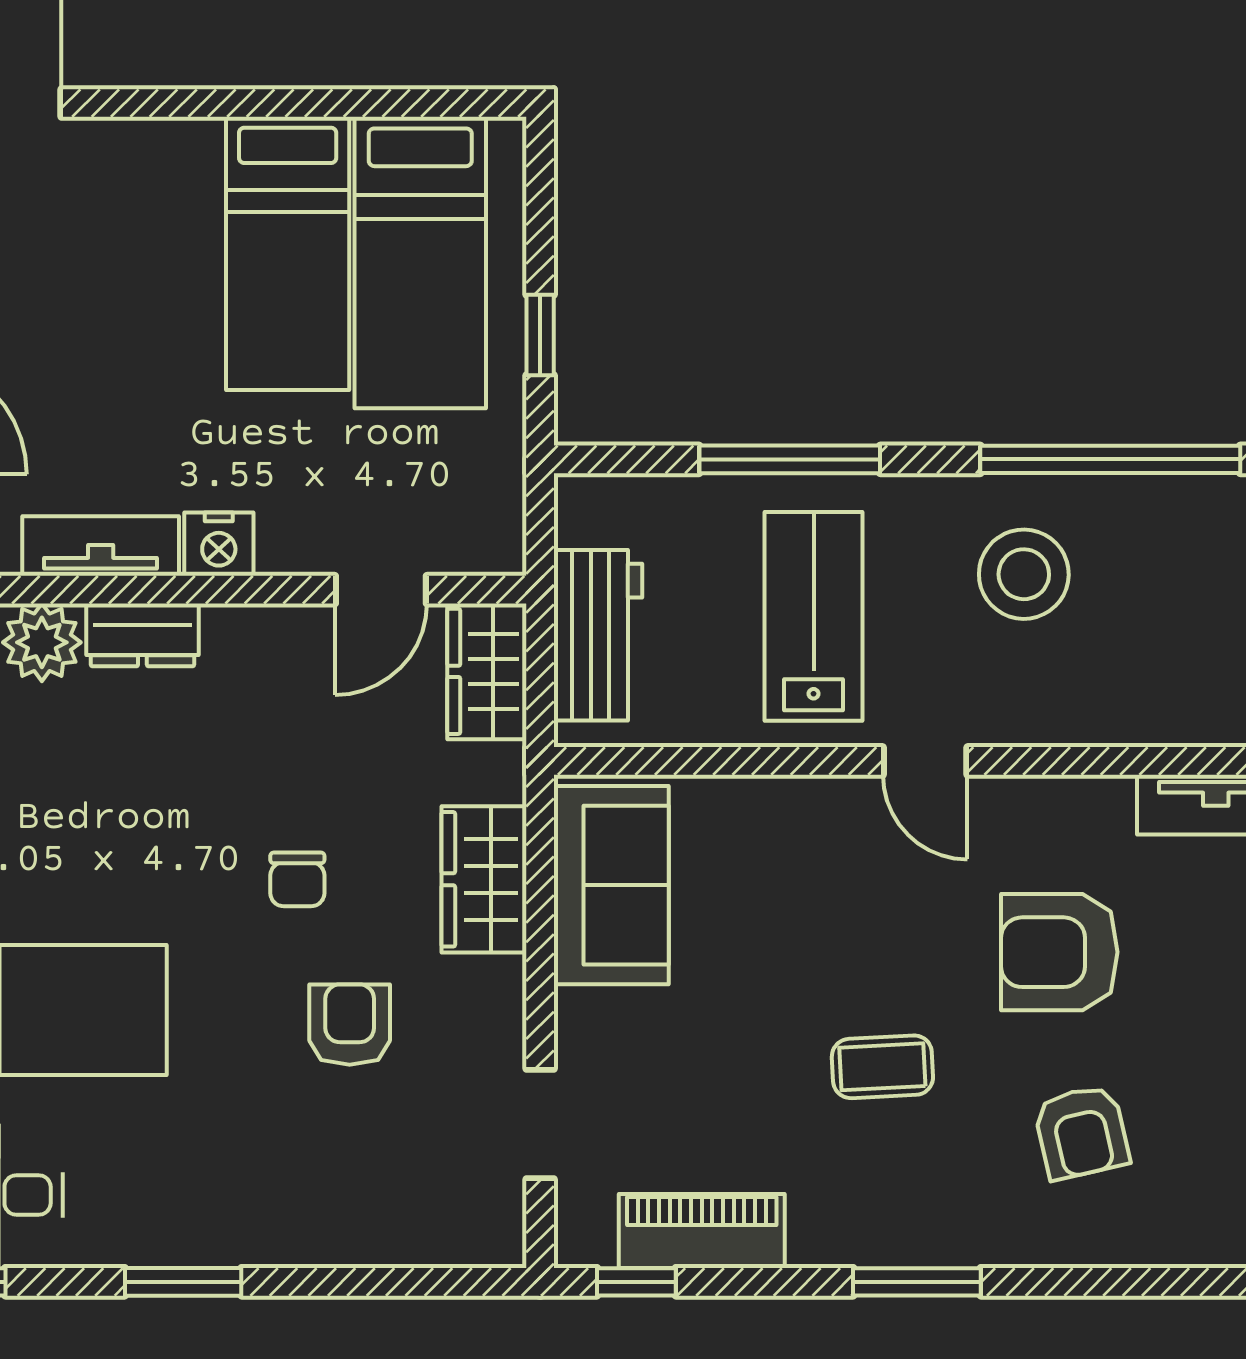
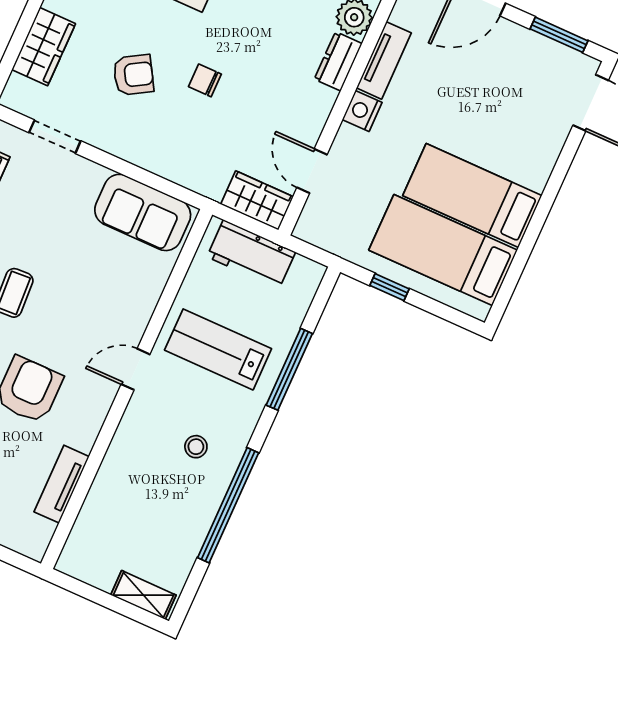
stool: (1024, 574) -> (196, 447), width x0.53, depth x0.53
lab bench: (814, 616) -> (218, 349), turned 180
wardrobe: (484, 879) -> (44, 47), moved, turned 90
armchair: (350, 1025) -> (133, 75), turned -31

